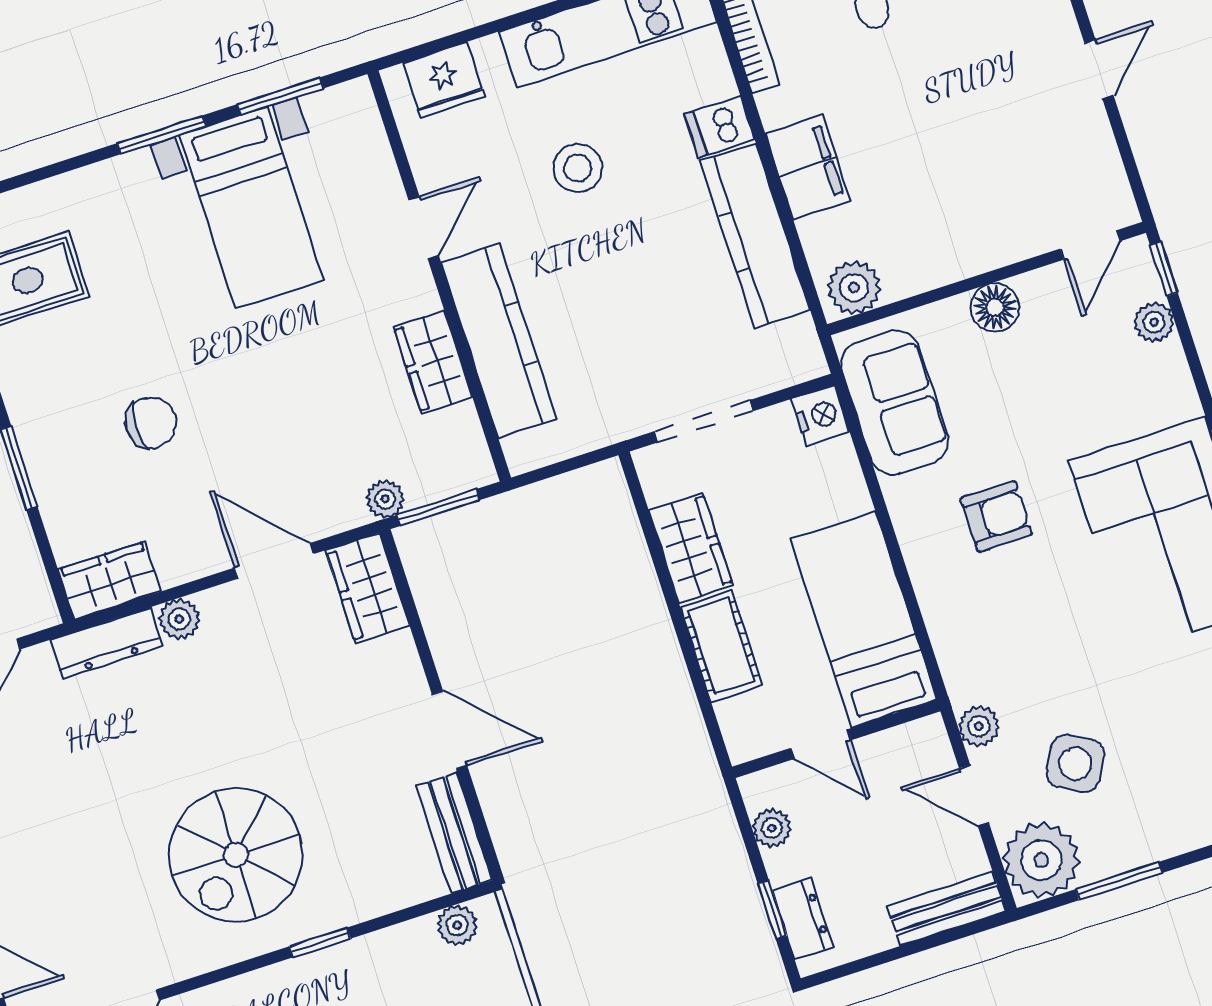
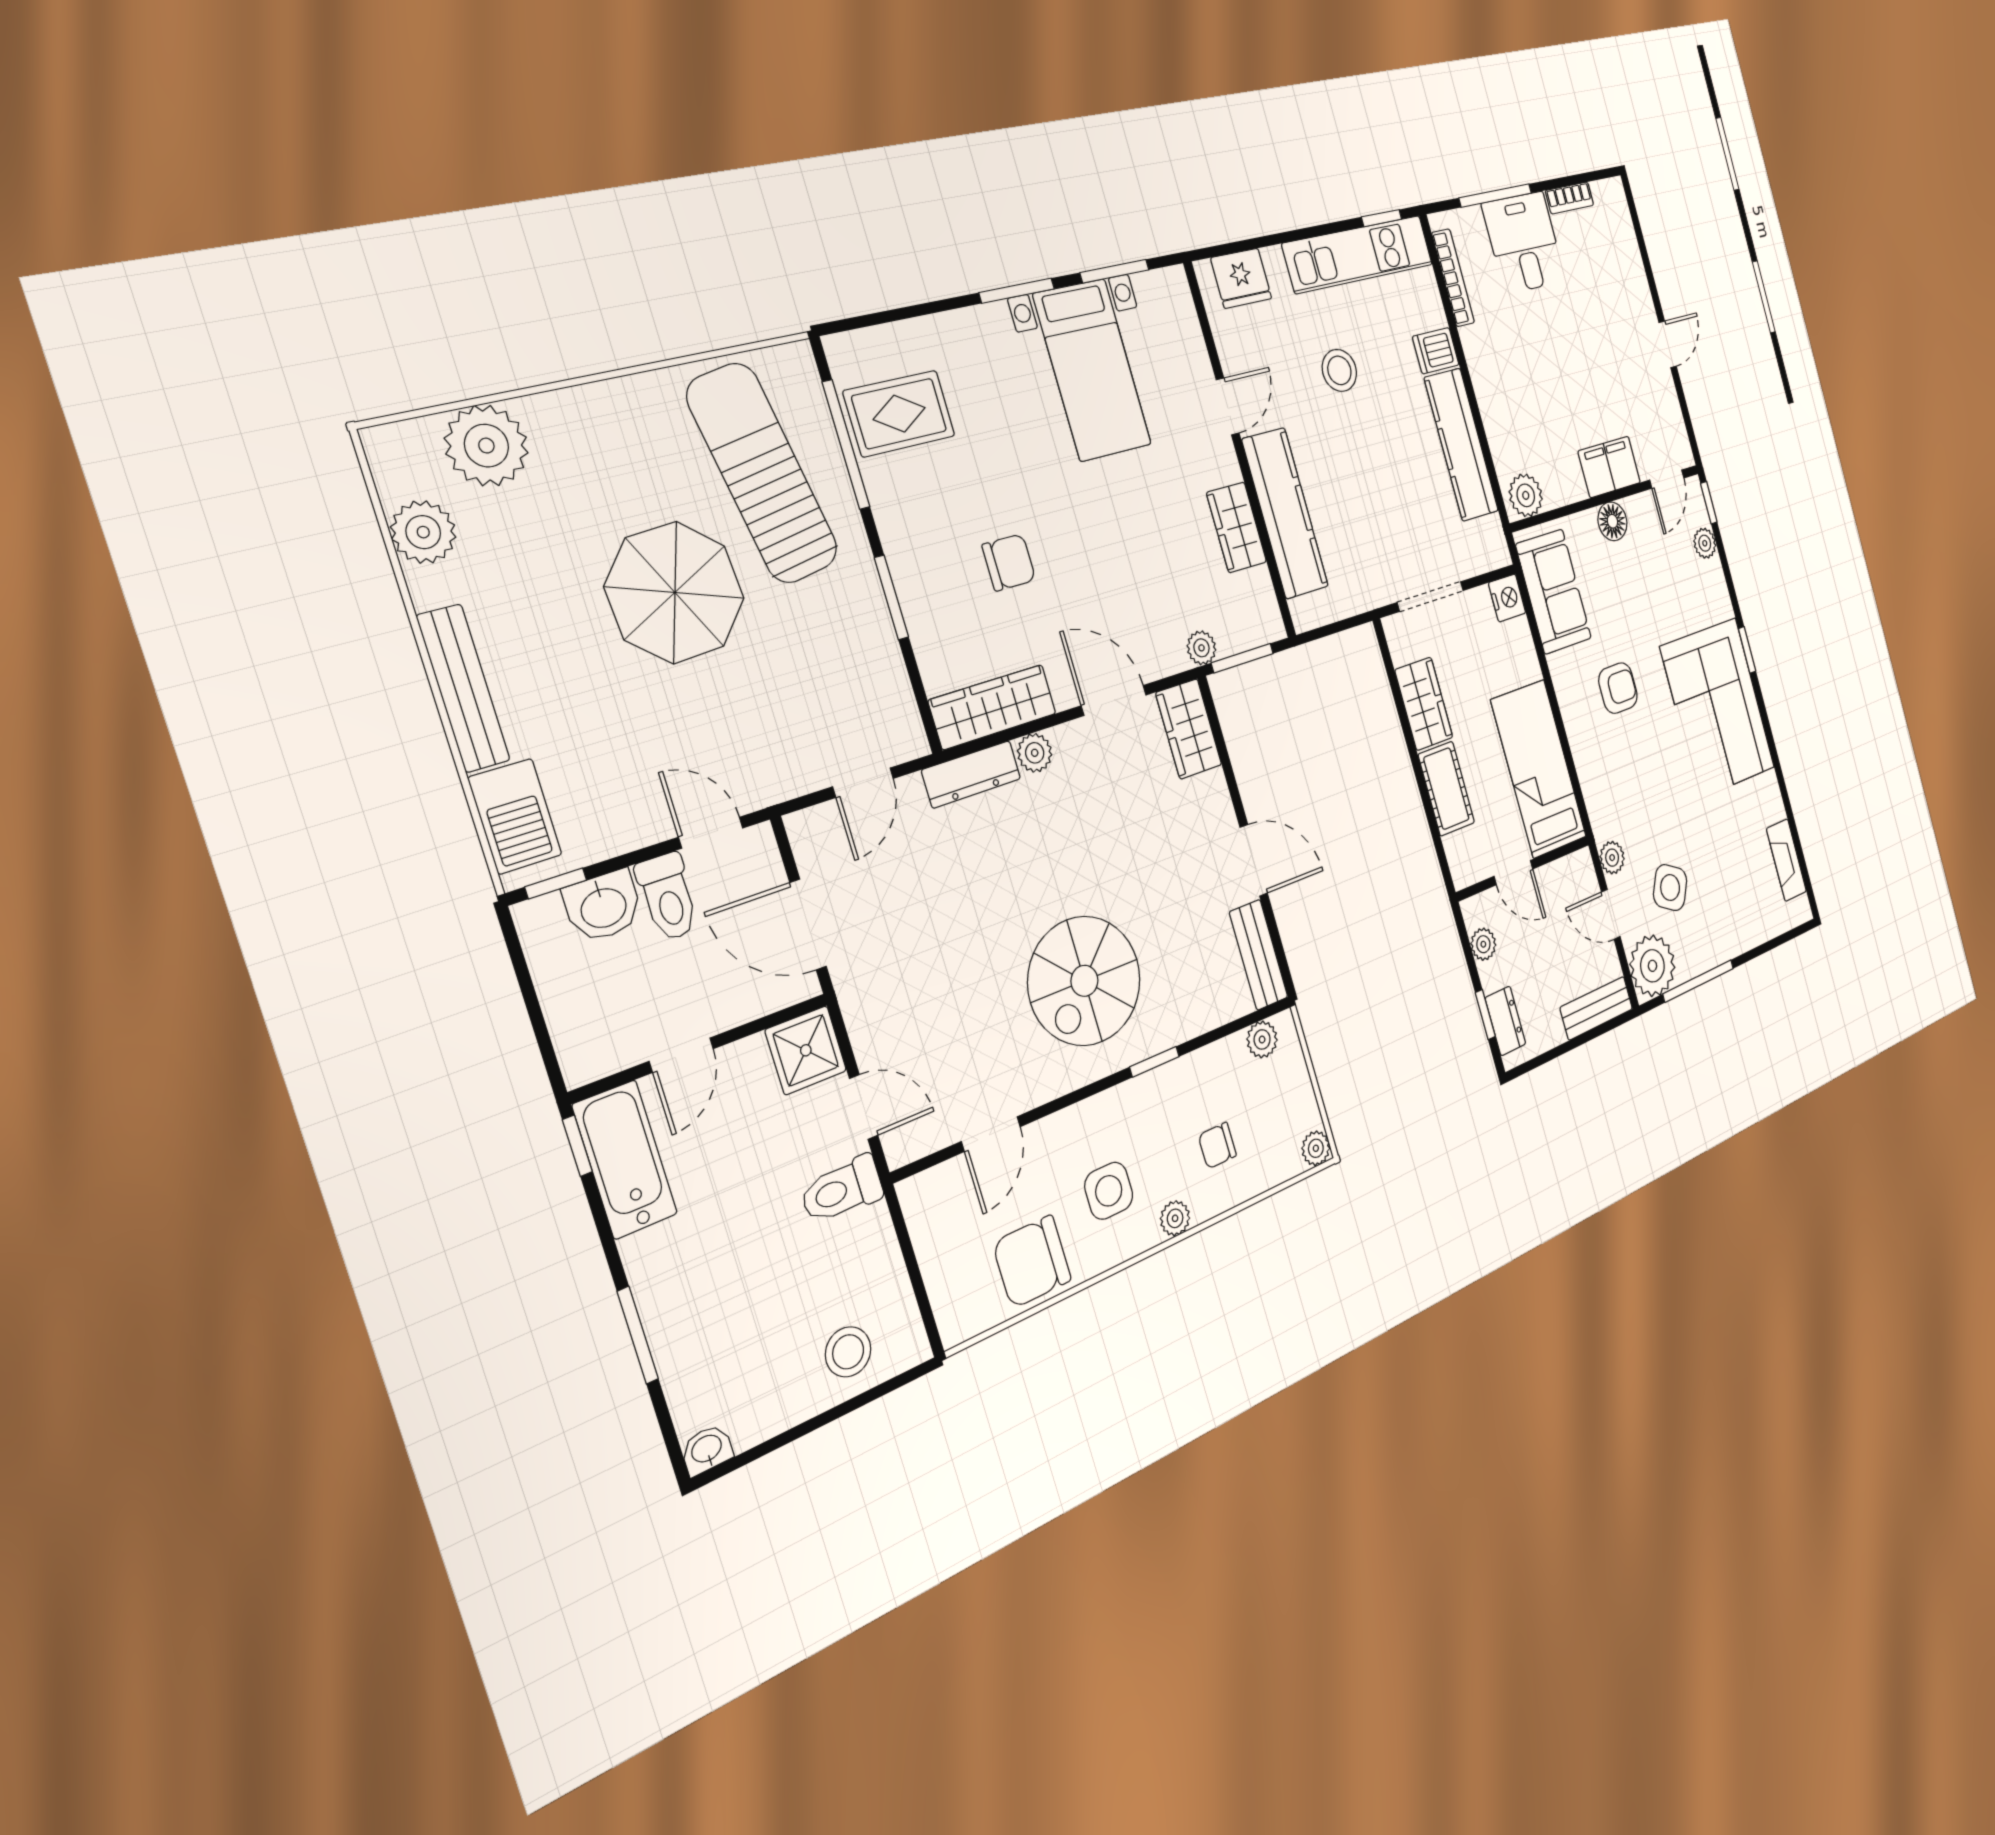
filing cabinet: (808, 167) -> (1609, 467), moved, turned -90
wardrobe: (109, 580) -> (993, 707), width x1.50
window: (1119, 881) -> (1698, 981), width x1.44

